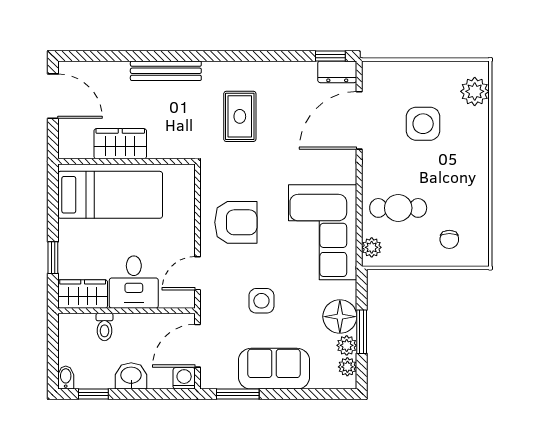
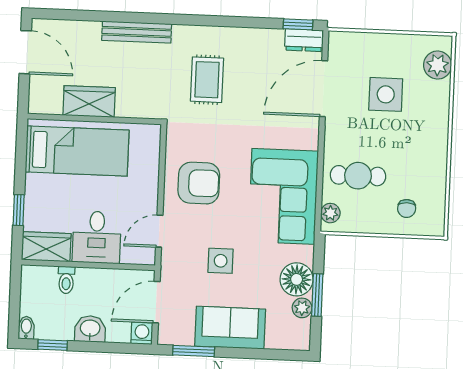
plant: (347, 367) -> (302, 329), removed

